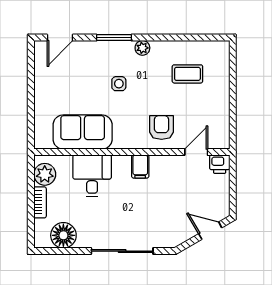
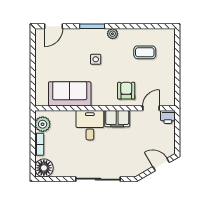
filing cabinet: (140, 167) -> (117, 119), width x2.00
desk: (92, 176) -> (90, 125), moved
floor lamp: (63, 235) -> (44, 168), moved

